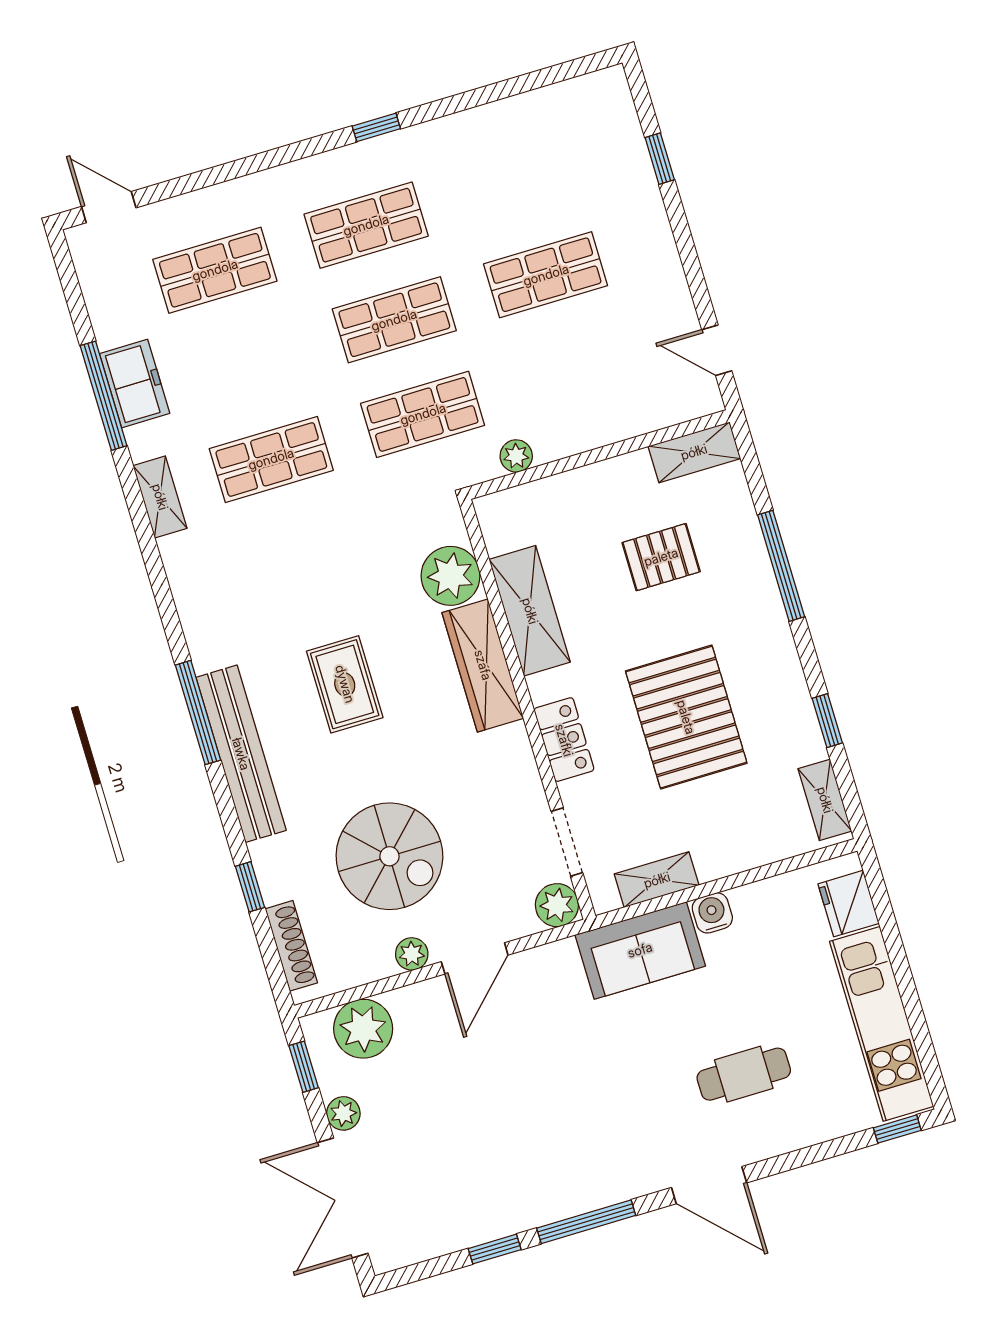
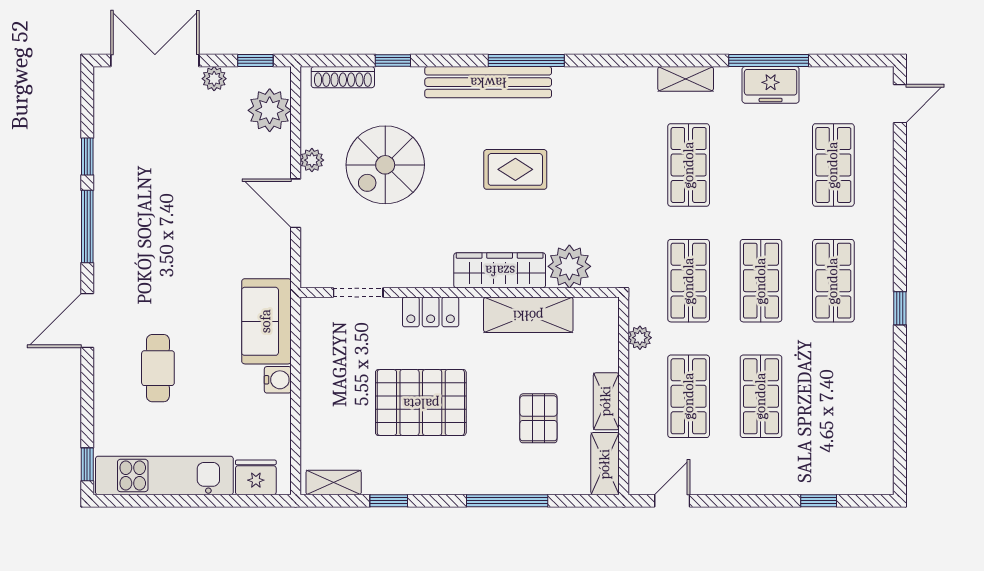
shop shelf: (574, 369) -> (689, 396), added
shelving: (657, 880) -> (606, 401), moved
plant: (557, 905) -> (316, 272), removed

